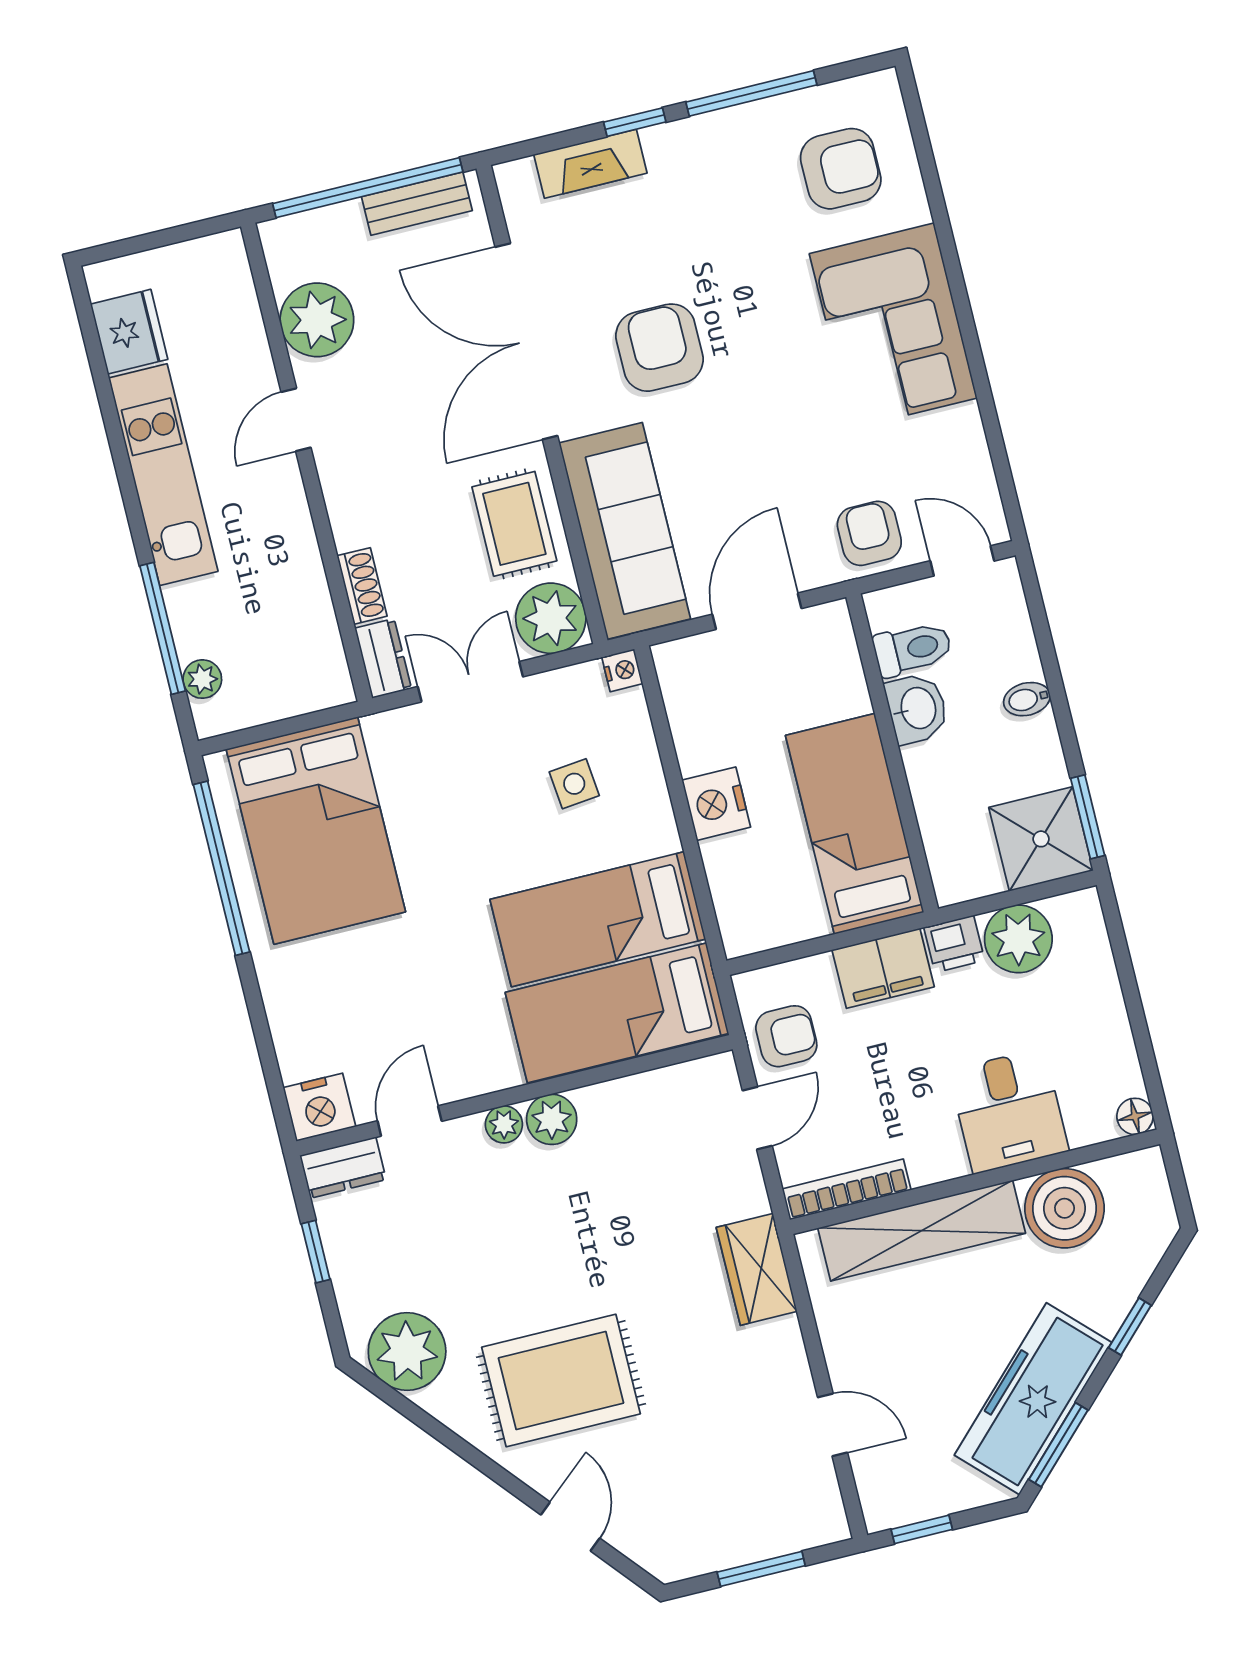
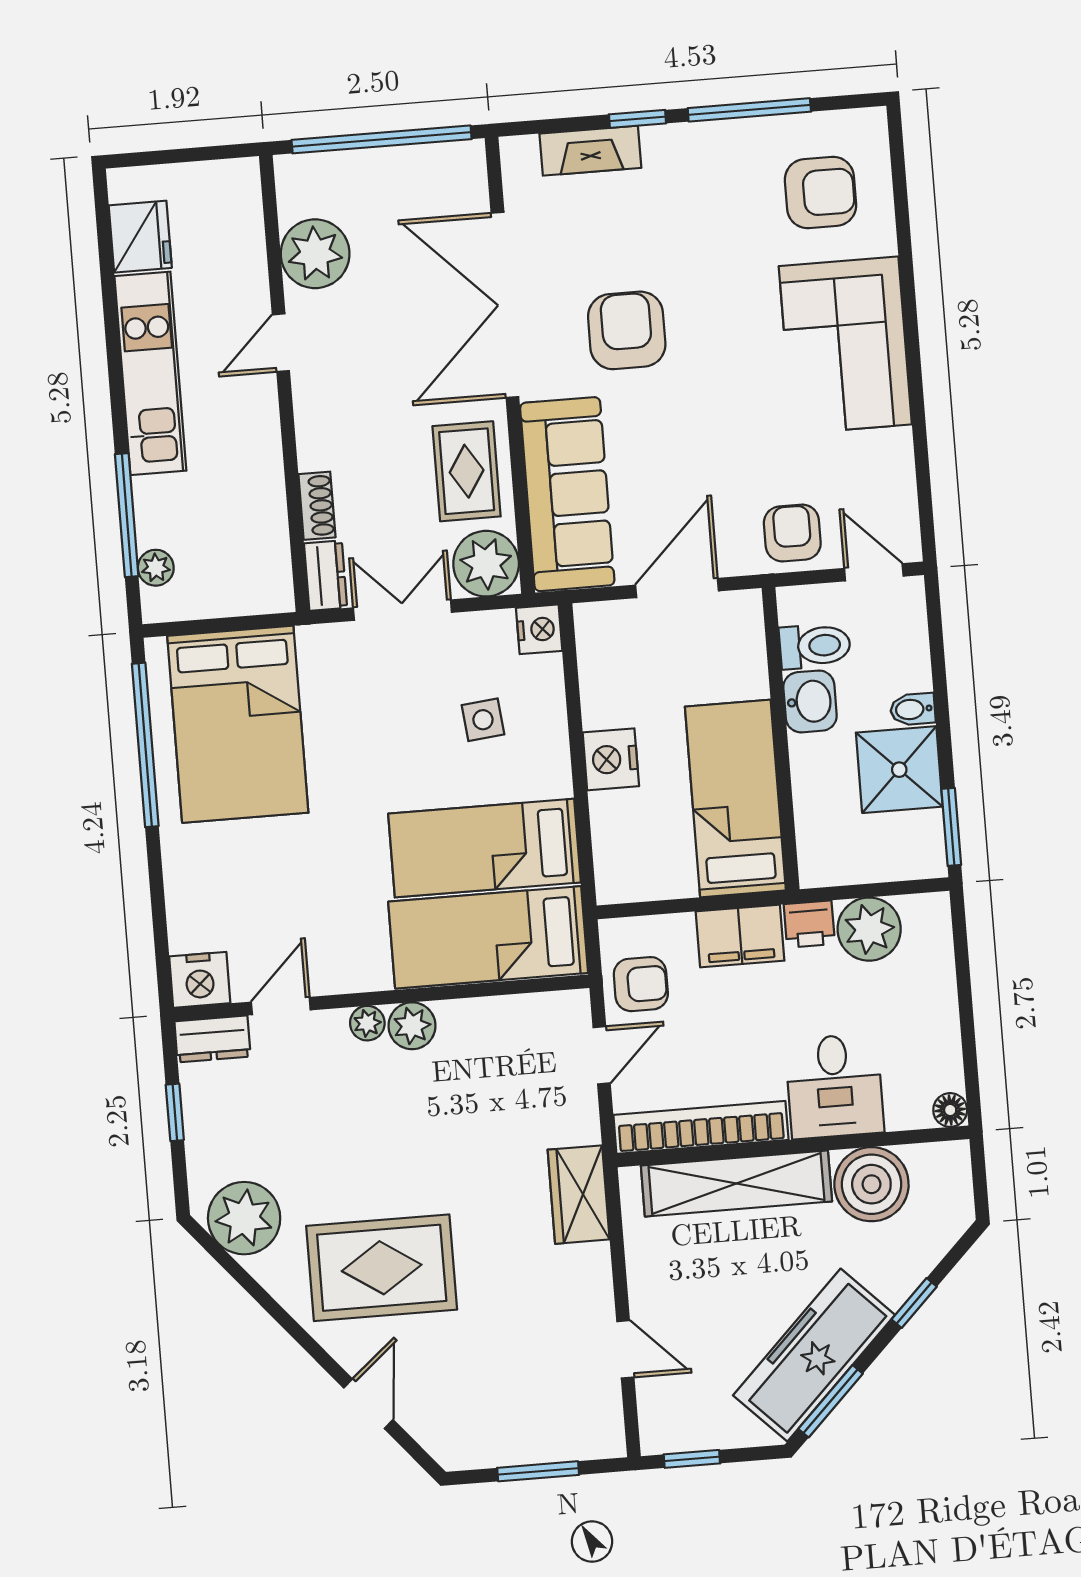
bench: (417, 204) -> (425, 161), removed
nightstand: (622, 670) -> (539, 629), width x1.39, depth x1.35
shower: (1041, 839) -> (899, 770), moved
bookcase: (847, 1189) -> (701, 1127), width x1.48, depth x1.31

